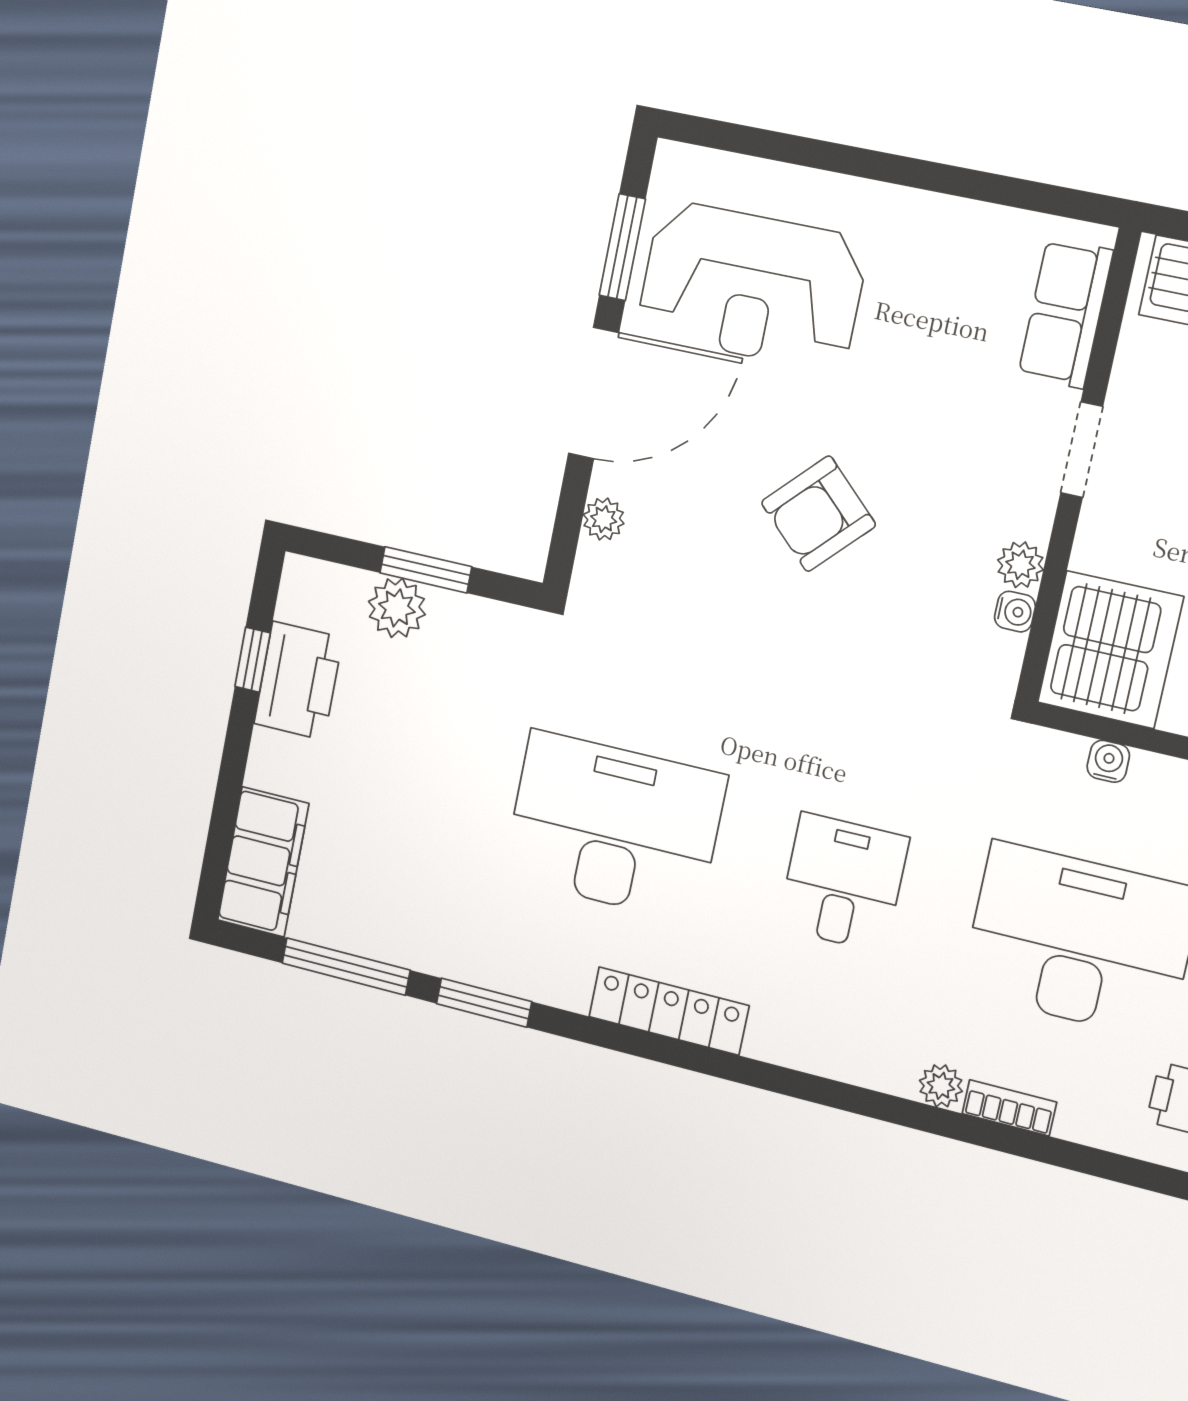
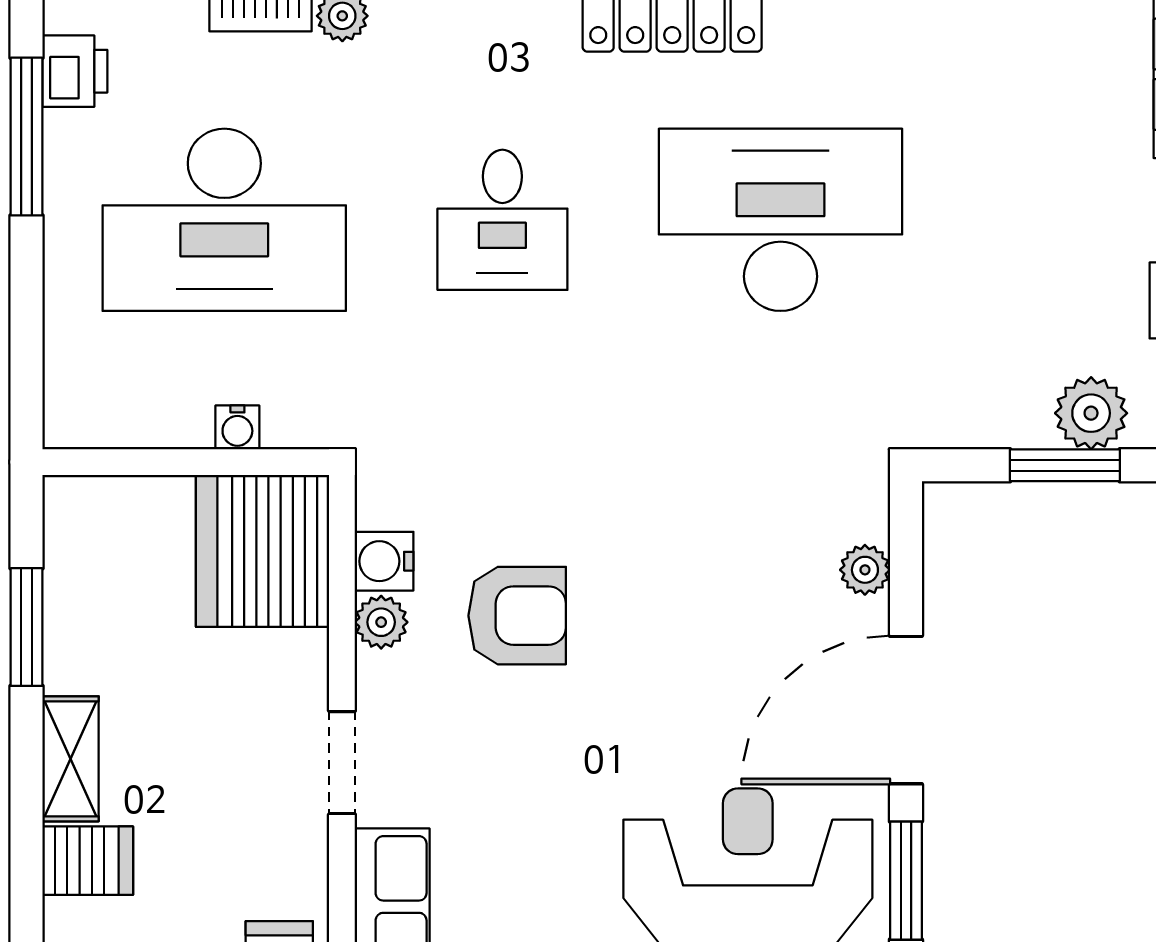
armchair: (818, 514) -> (517, 616), moved, turned 46
water cooler: (1015, 612) -> (384, 561), width x1.38, depth x1.38
desk: (614, 826) -> (781, 220), turned 180

